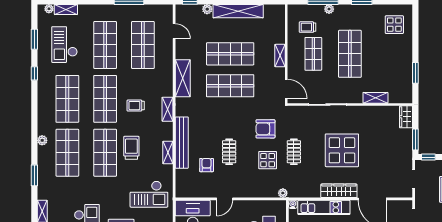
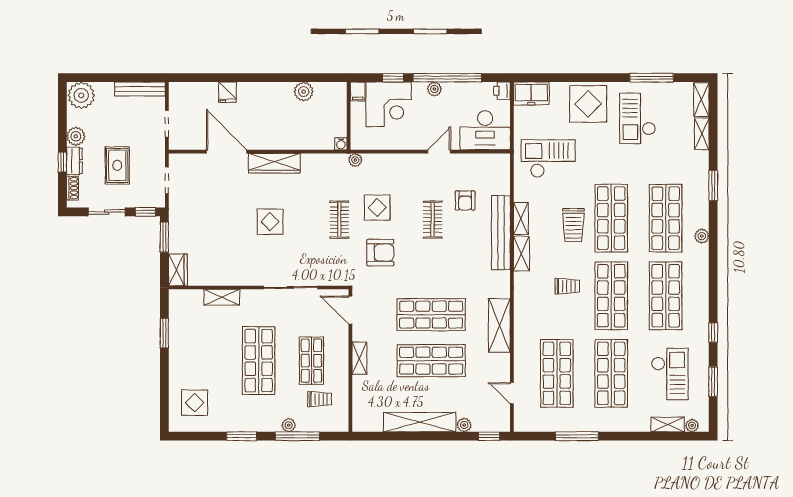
shelving: (167, 109) -> (521, 254), moved
display table: (342, 150) -> (270, 222), width x0.54, depth x0.54
kitchen unit: (324, 207) -> (296, 139), removed

